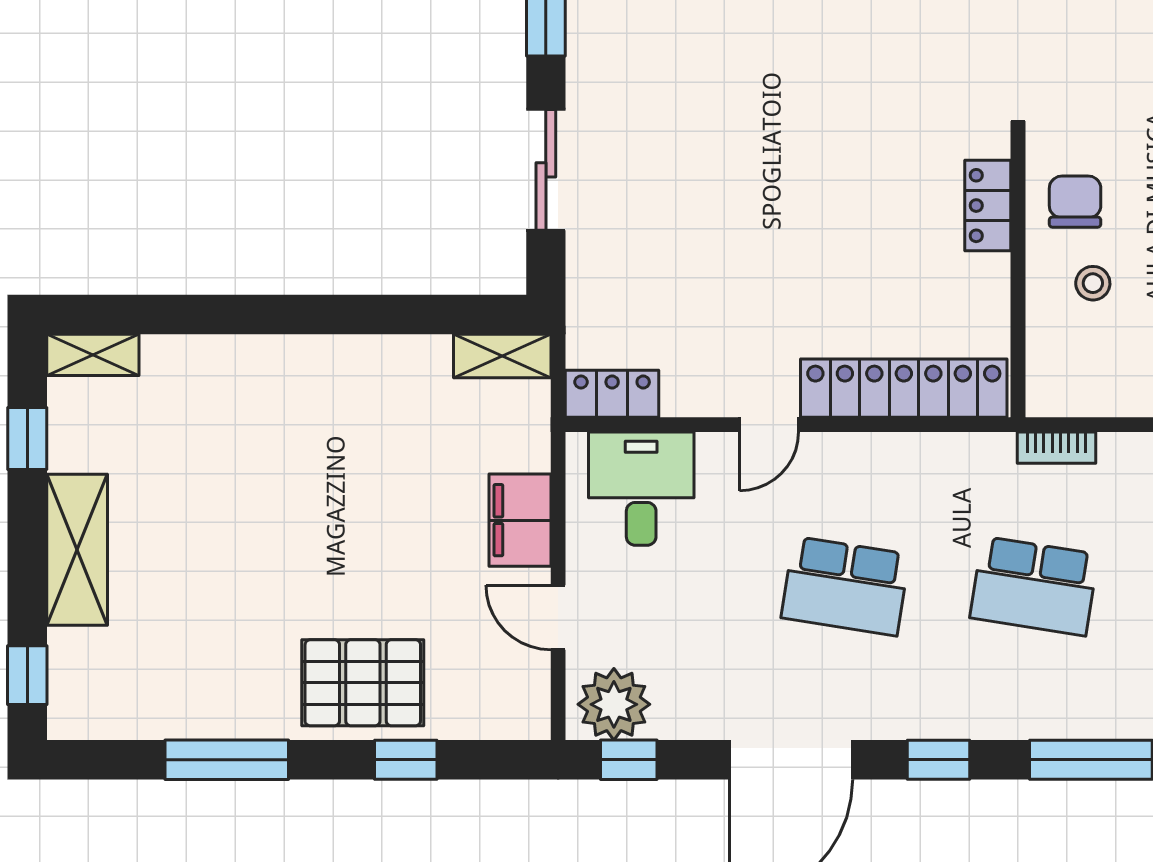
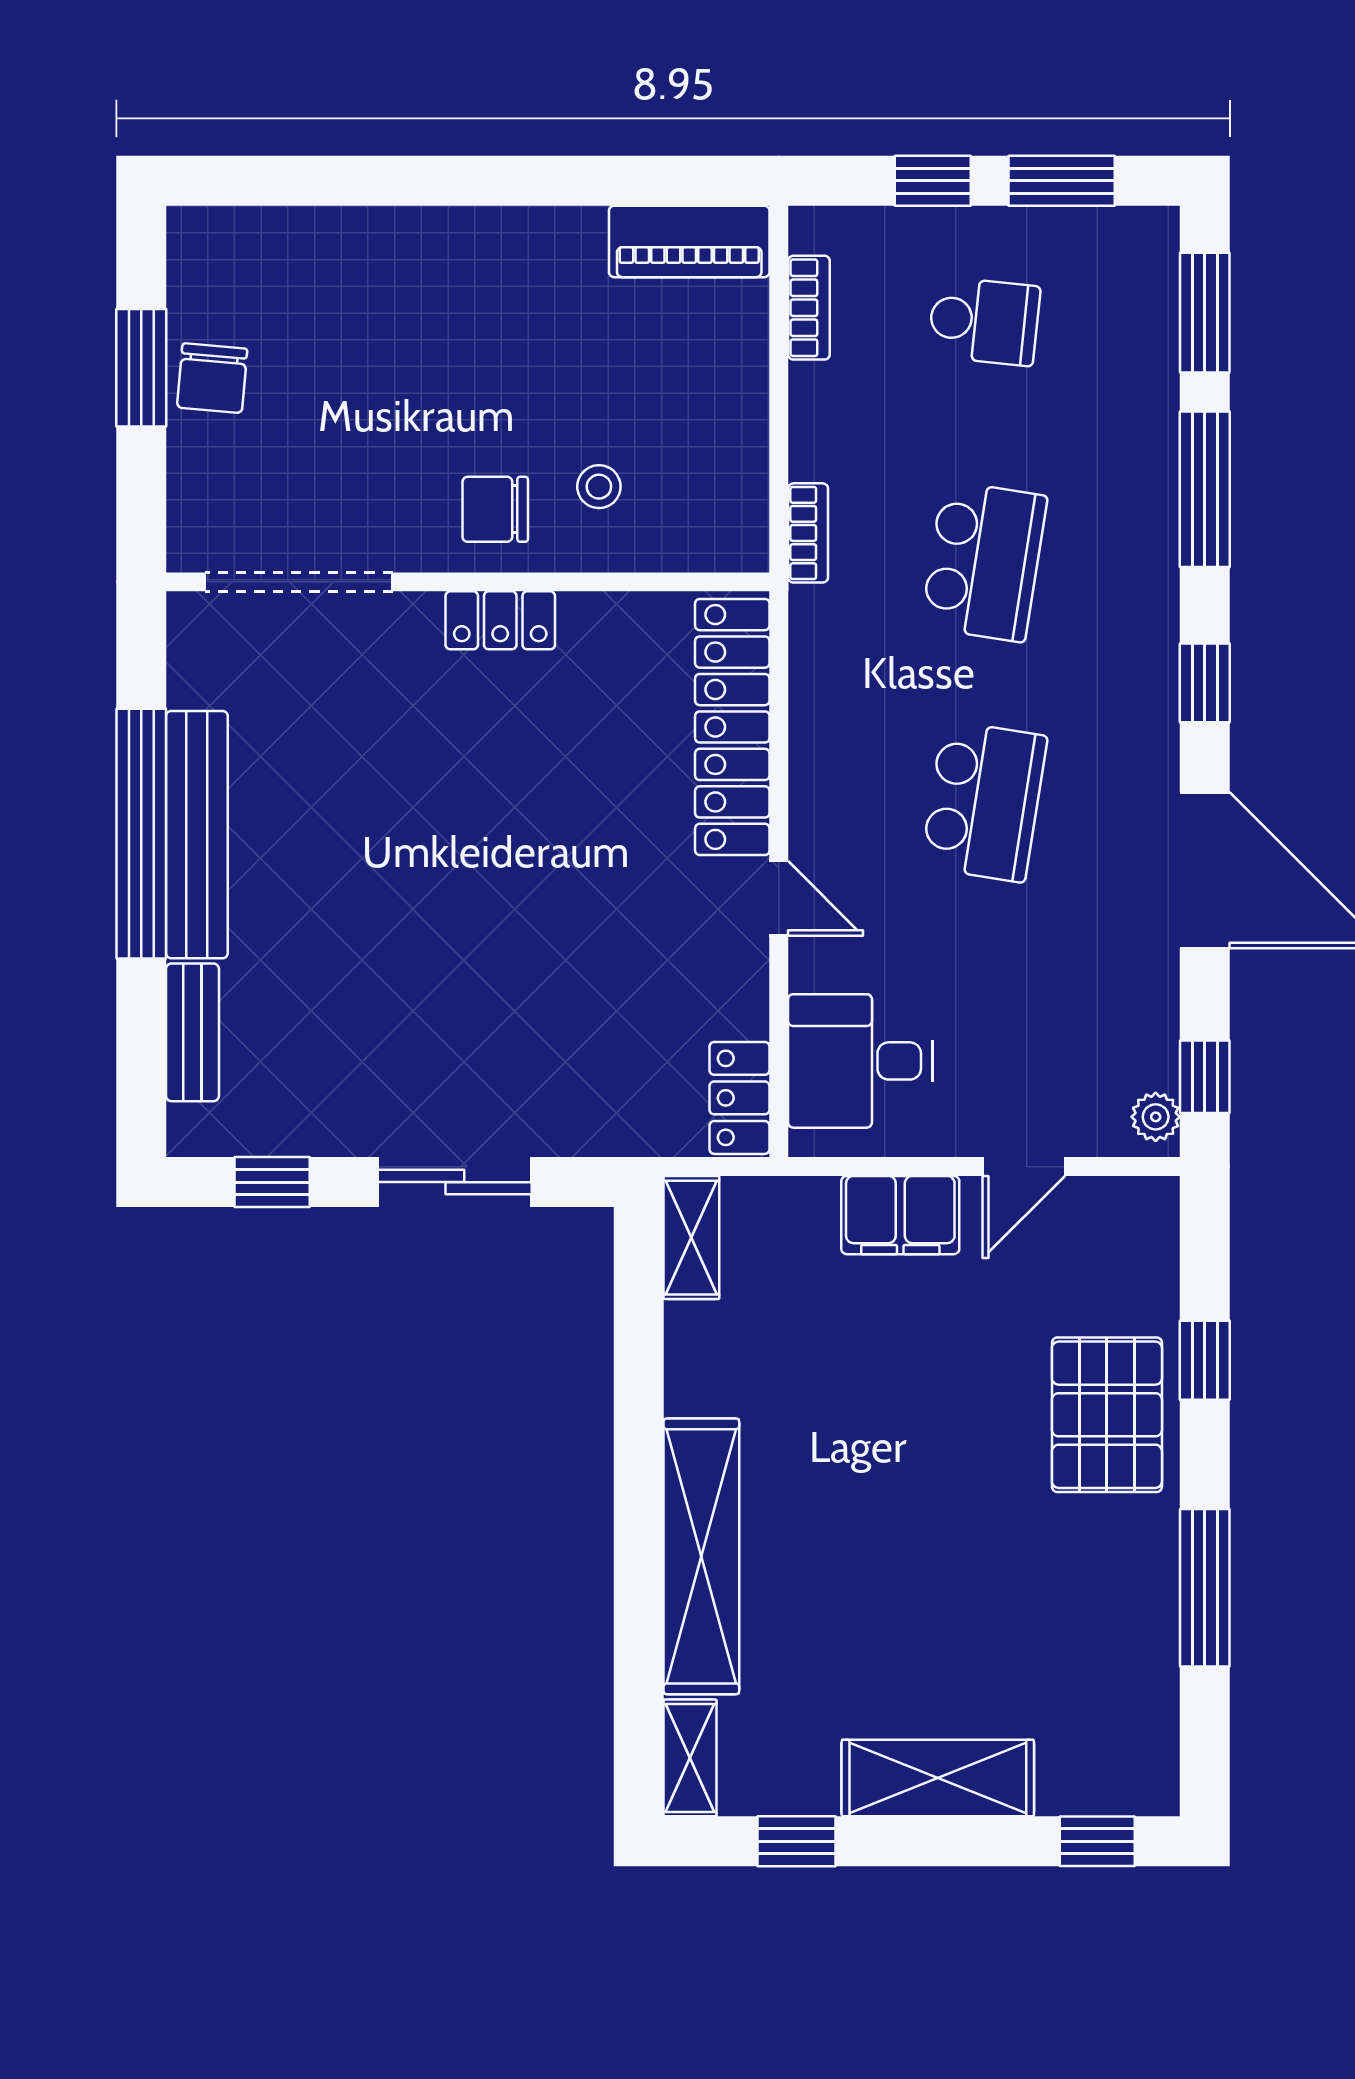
shelving: (251, 364) -> (701, 1556), added
plant: (614, 704) -> (1156, 1117), width x0.53, depth x0.53

